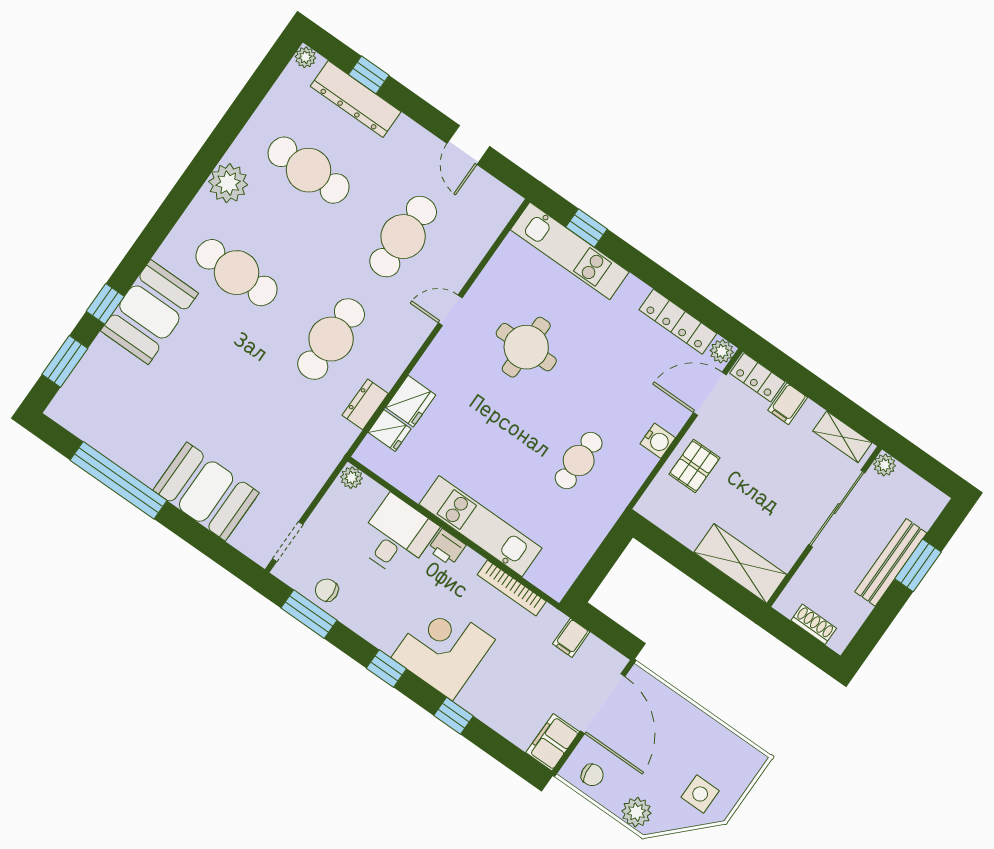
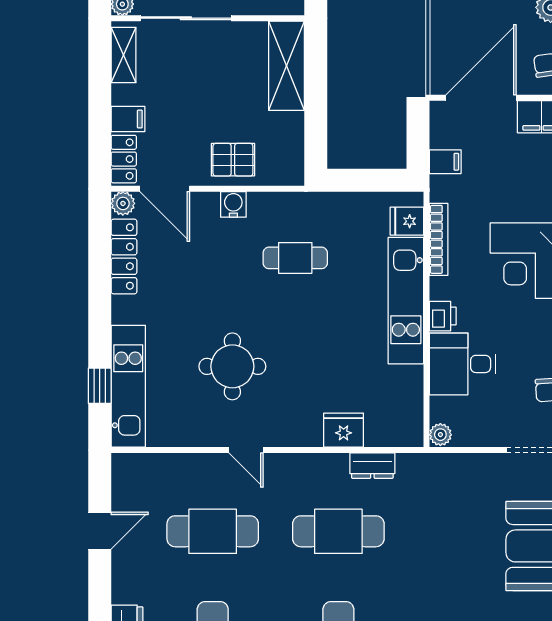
fridge: (390, 430) -> (407, 221), moved, turned -90

